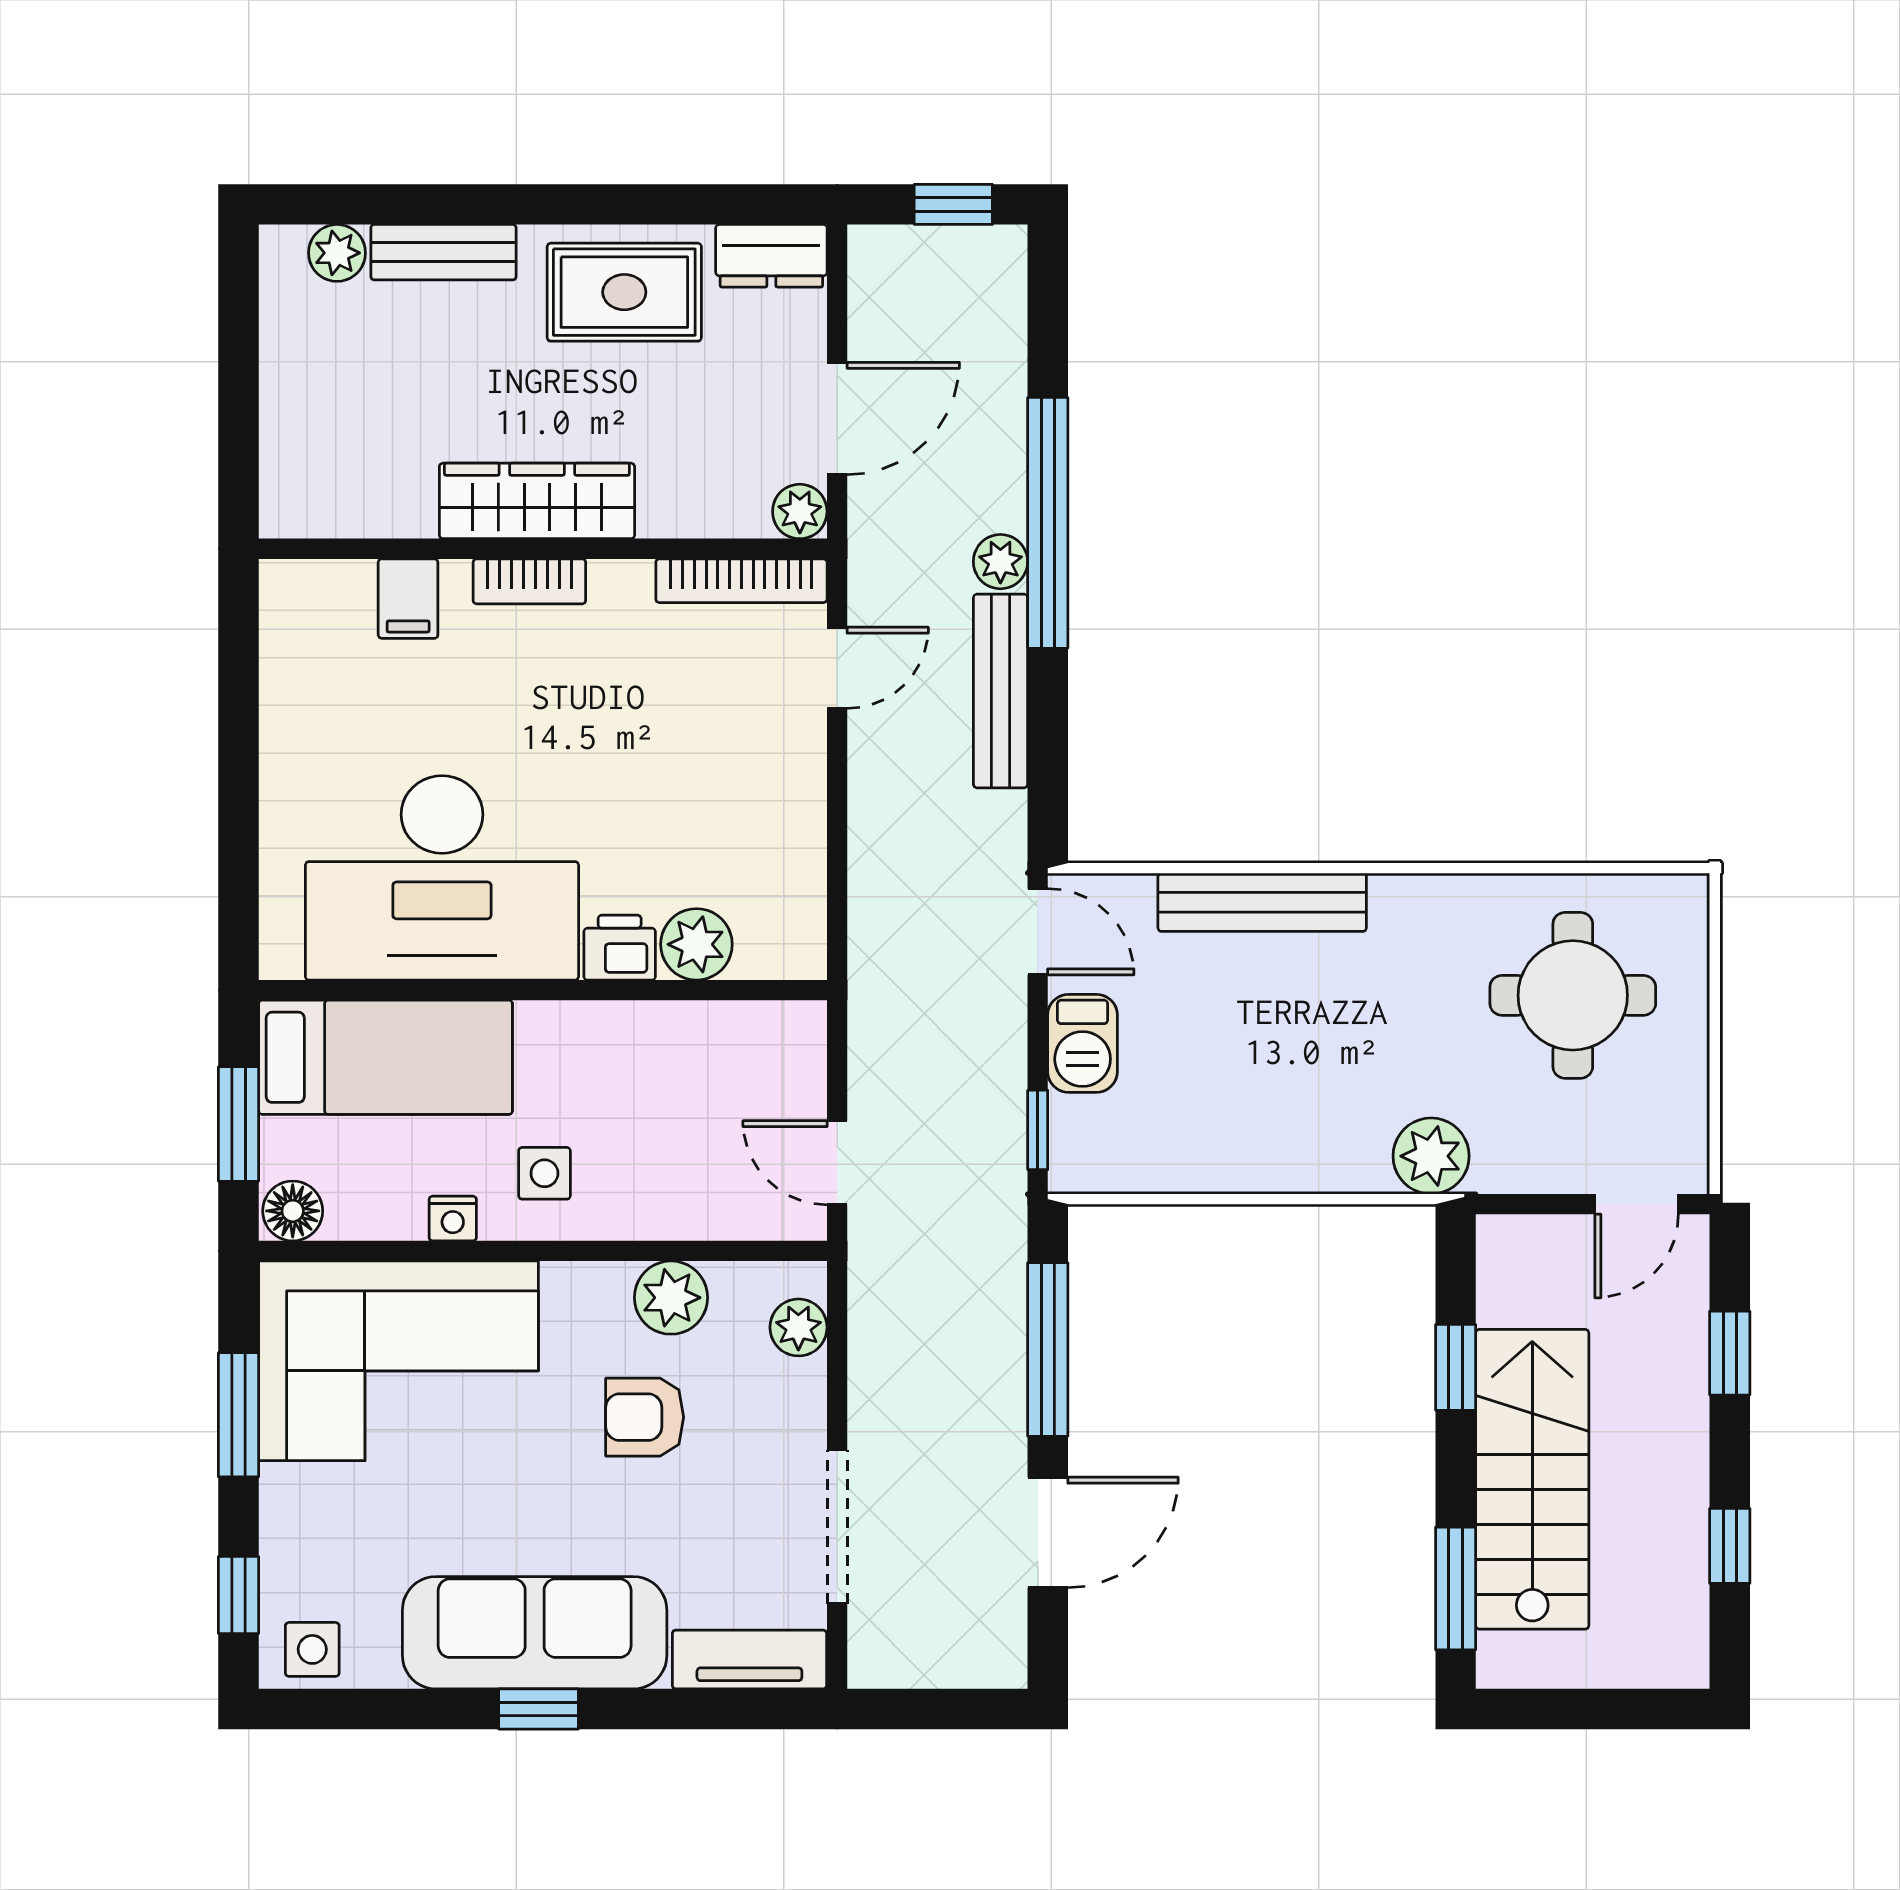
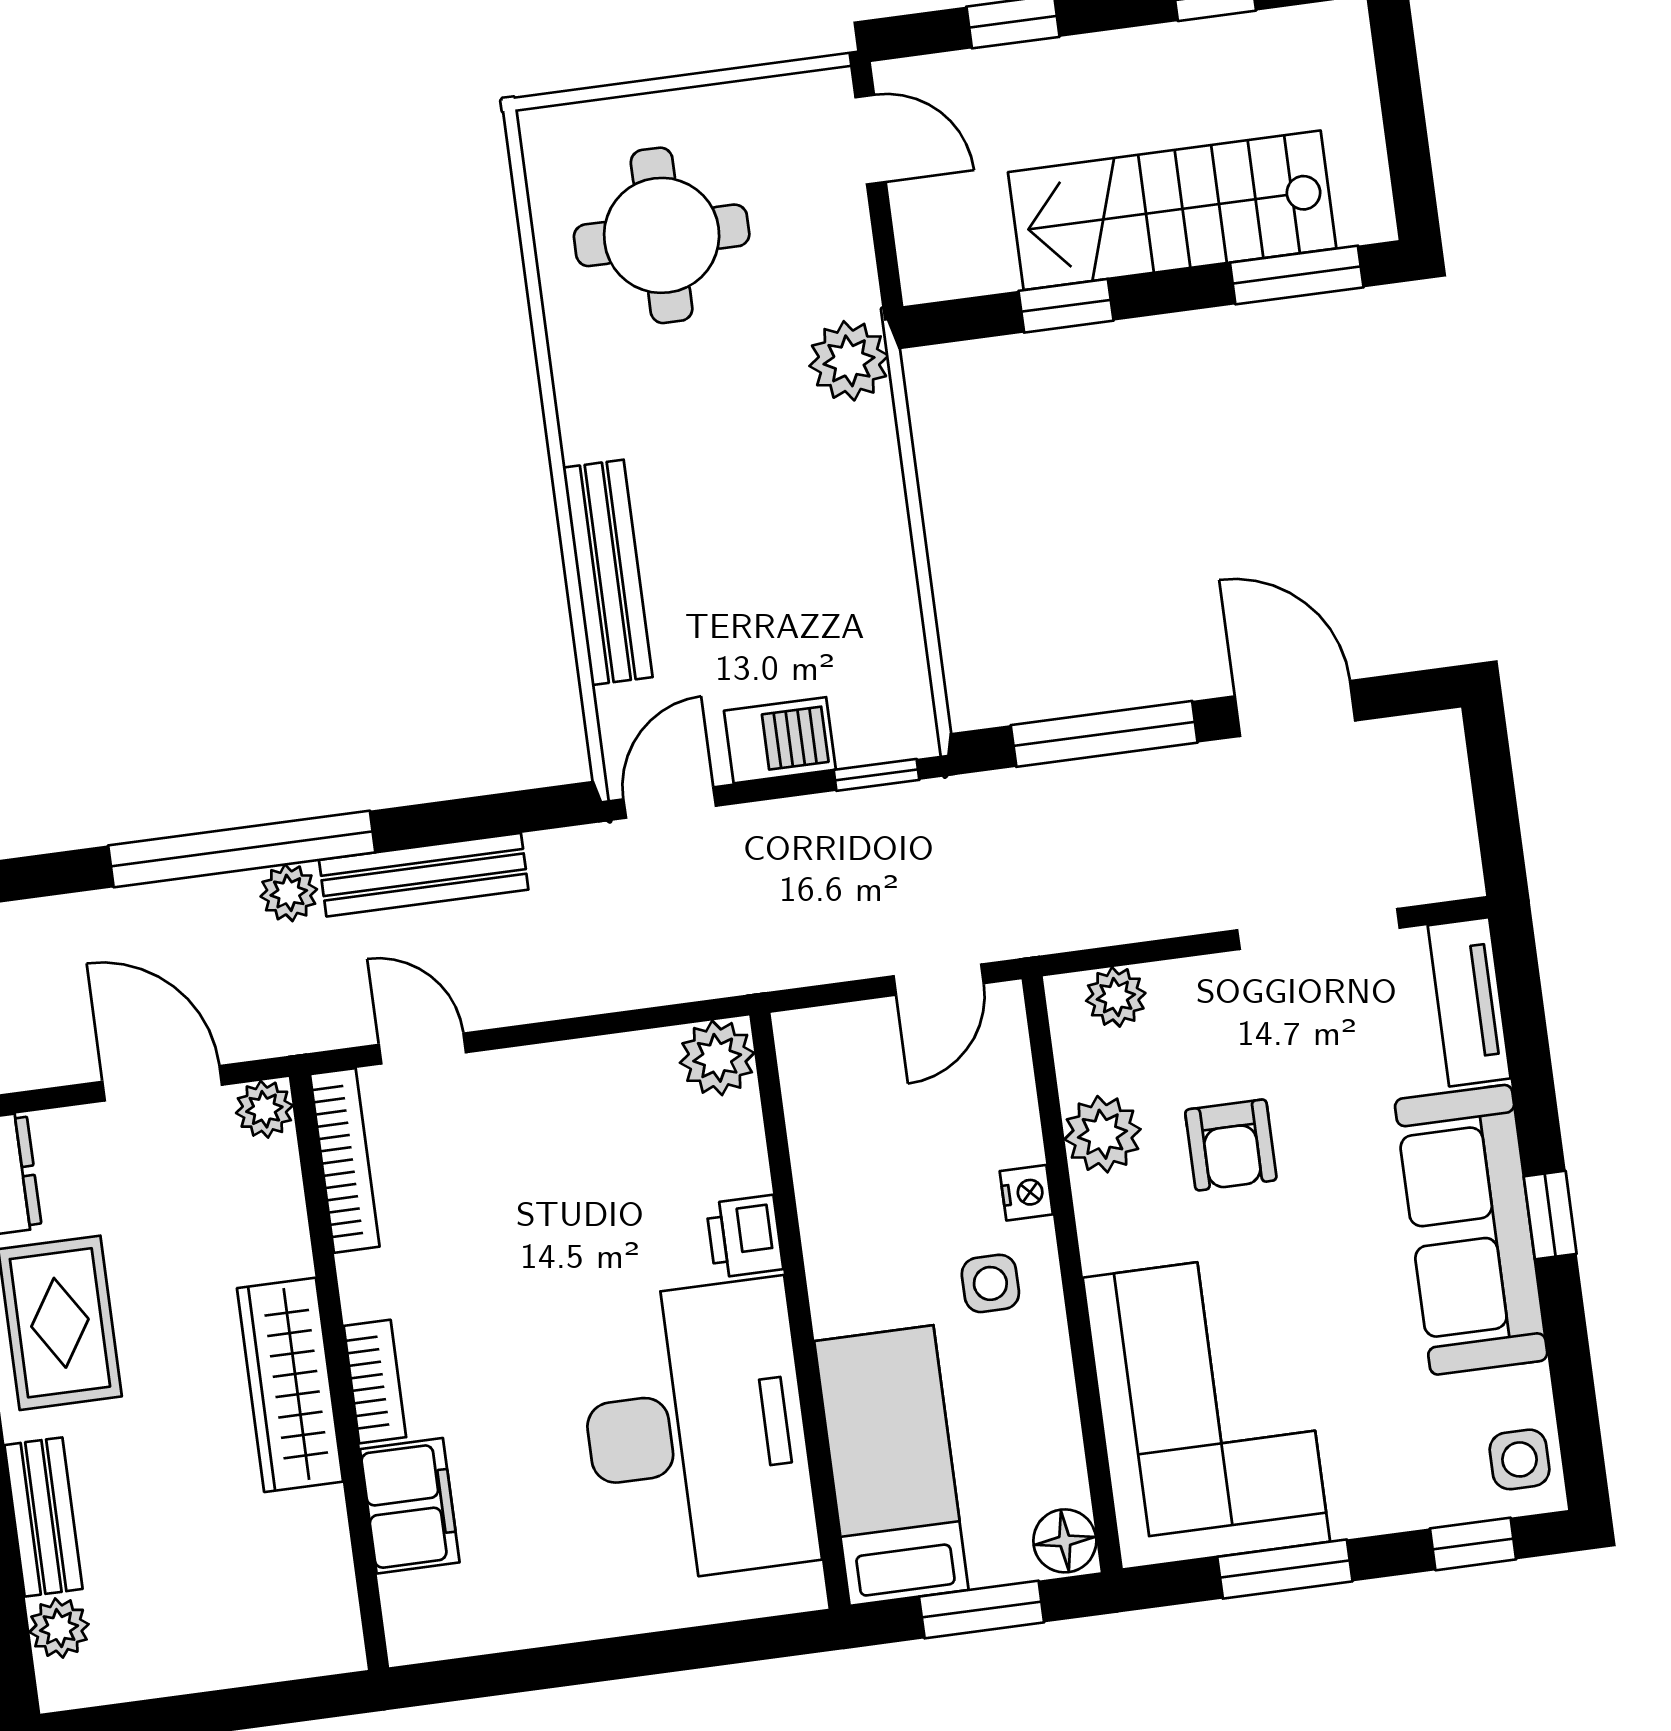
filing cabinet: (408, 599) -> (410, 1506), width x2.00
plant: (696, 944) -> (717, 1058), moved
nightstand: (453, 1219) -> (1026, 1193), moved

